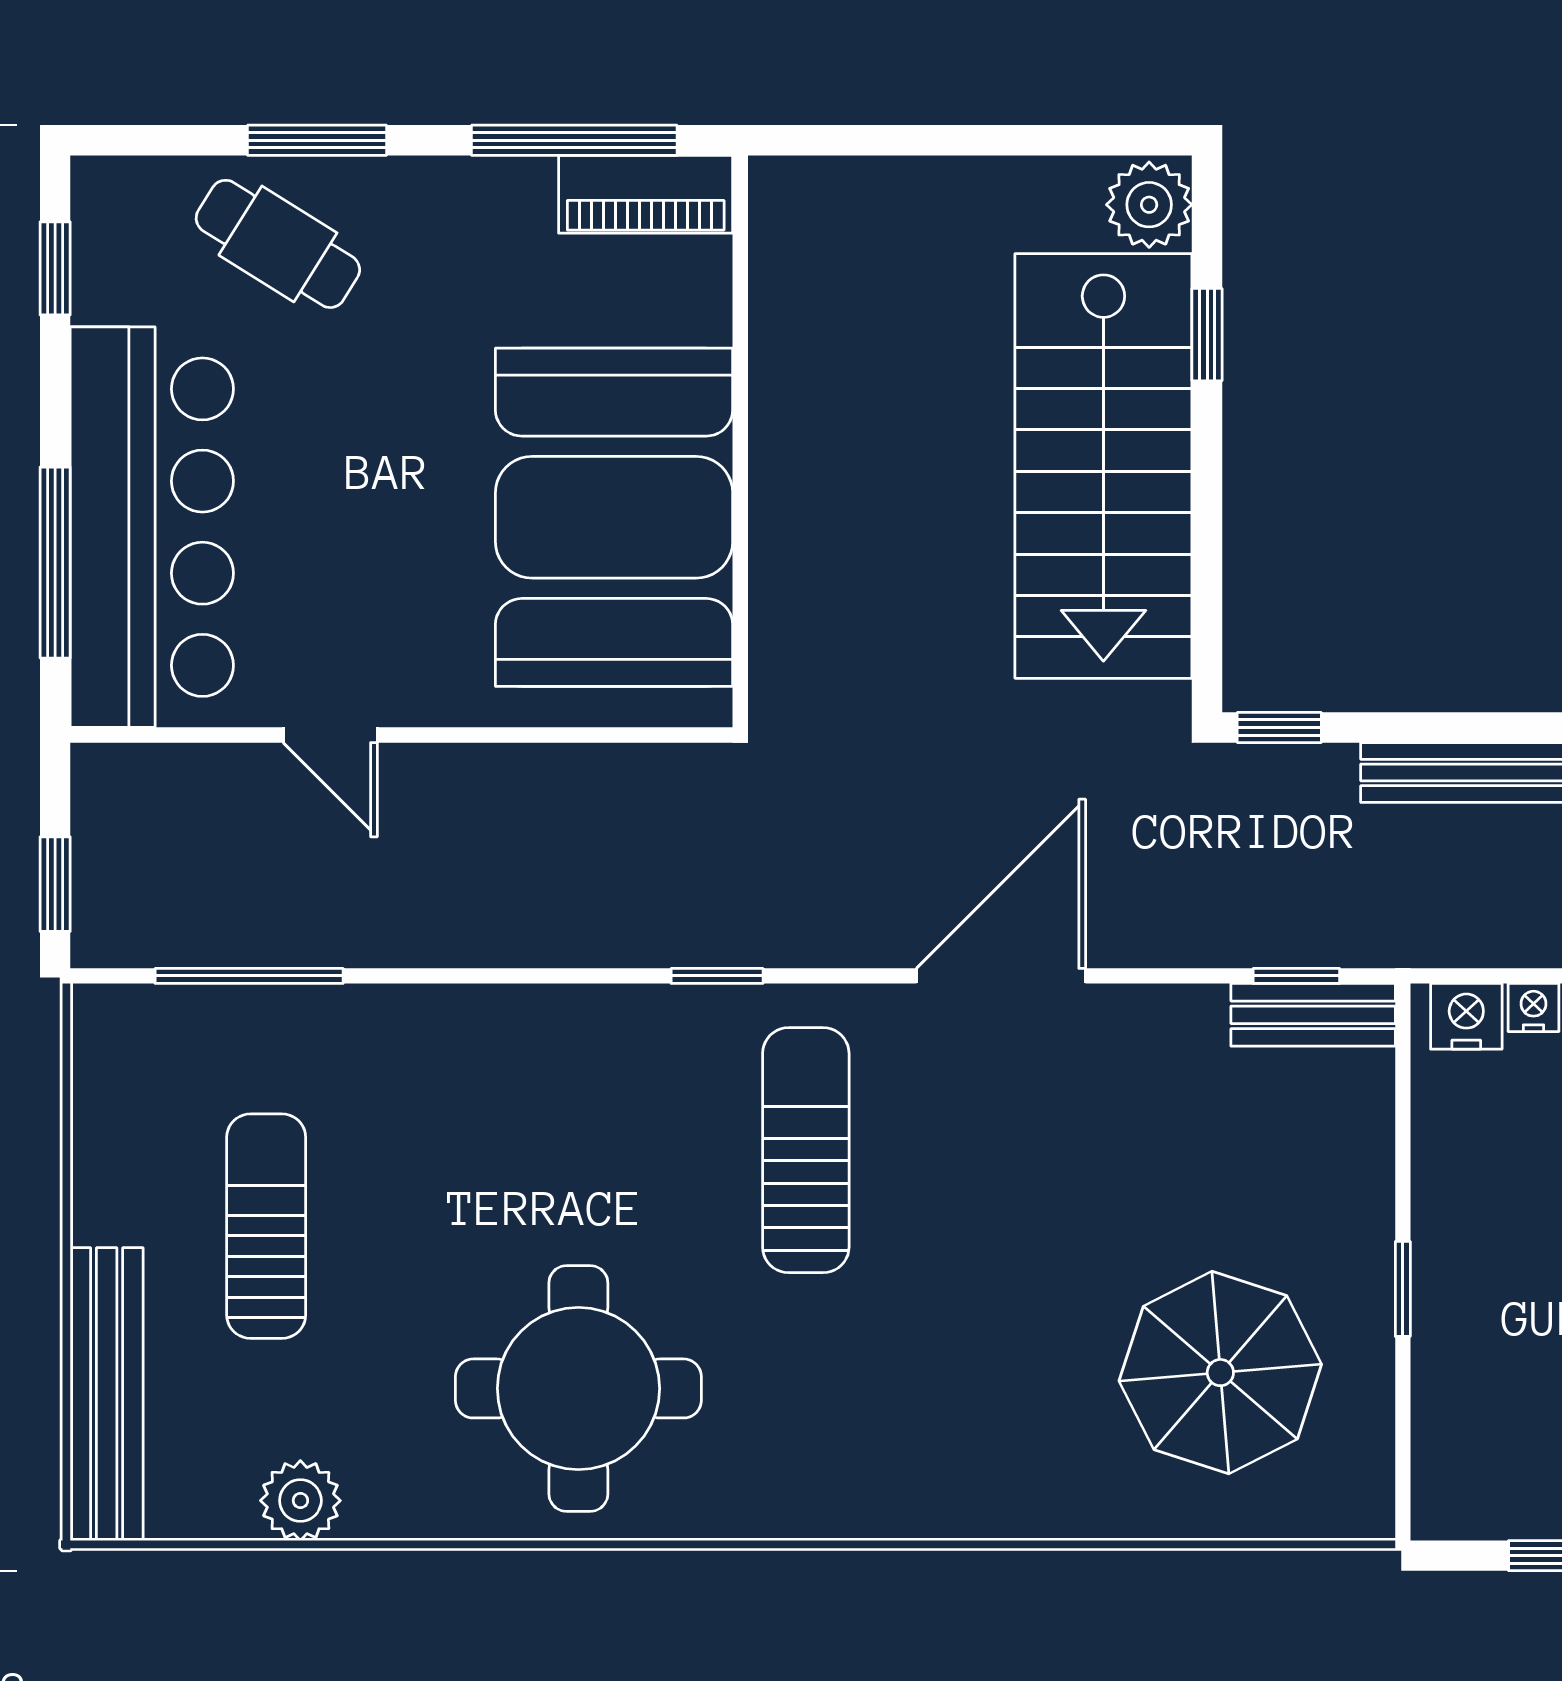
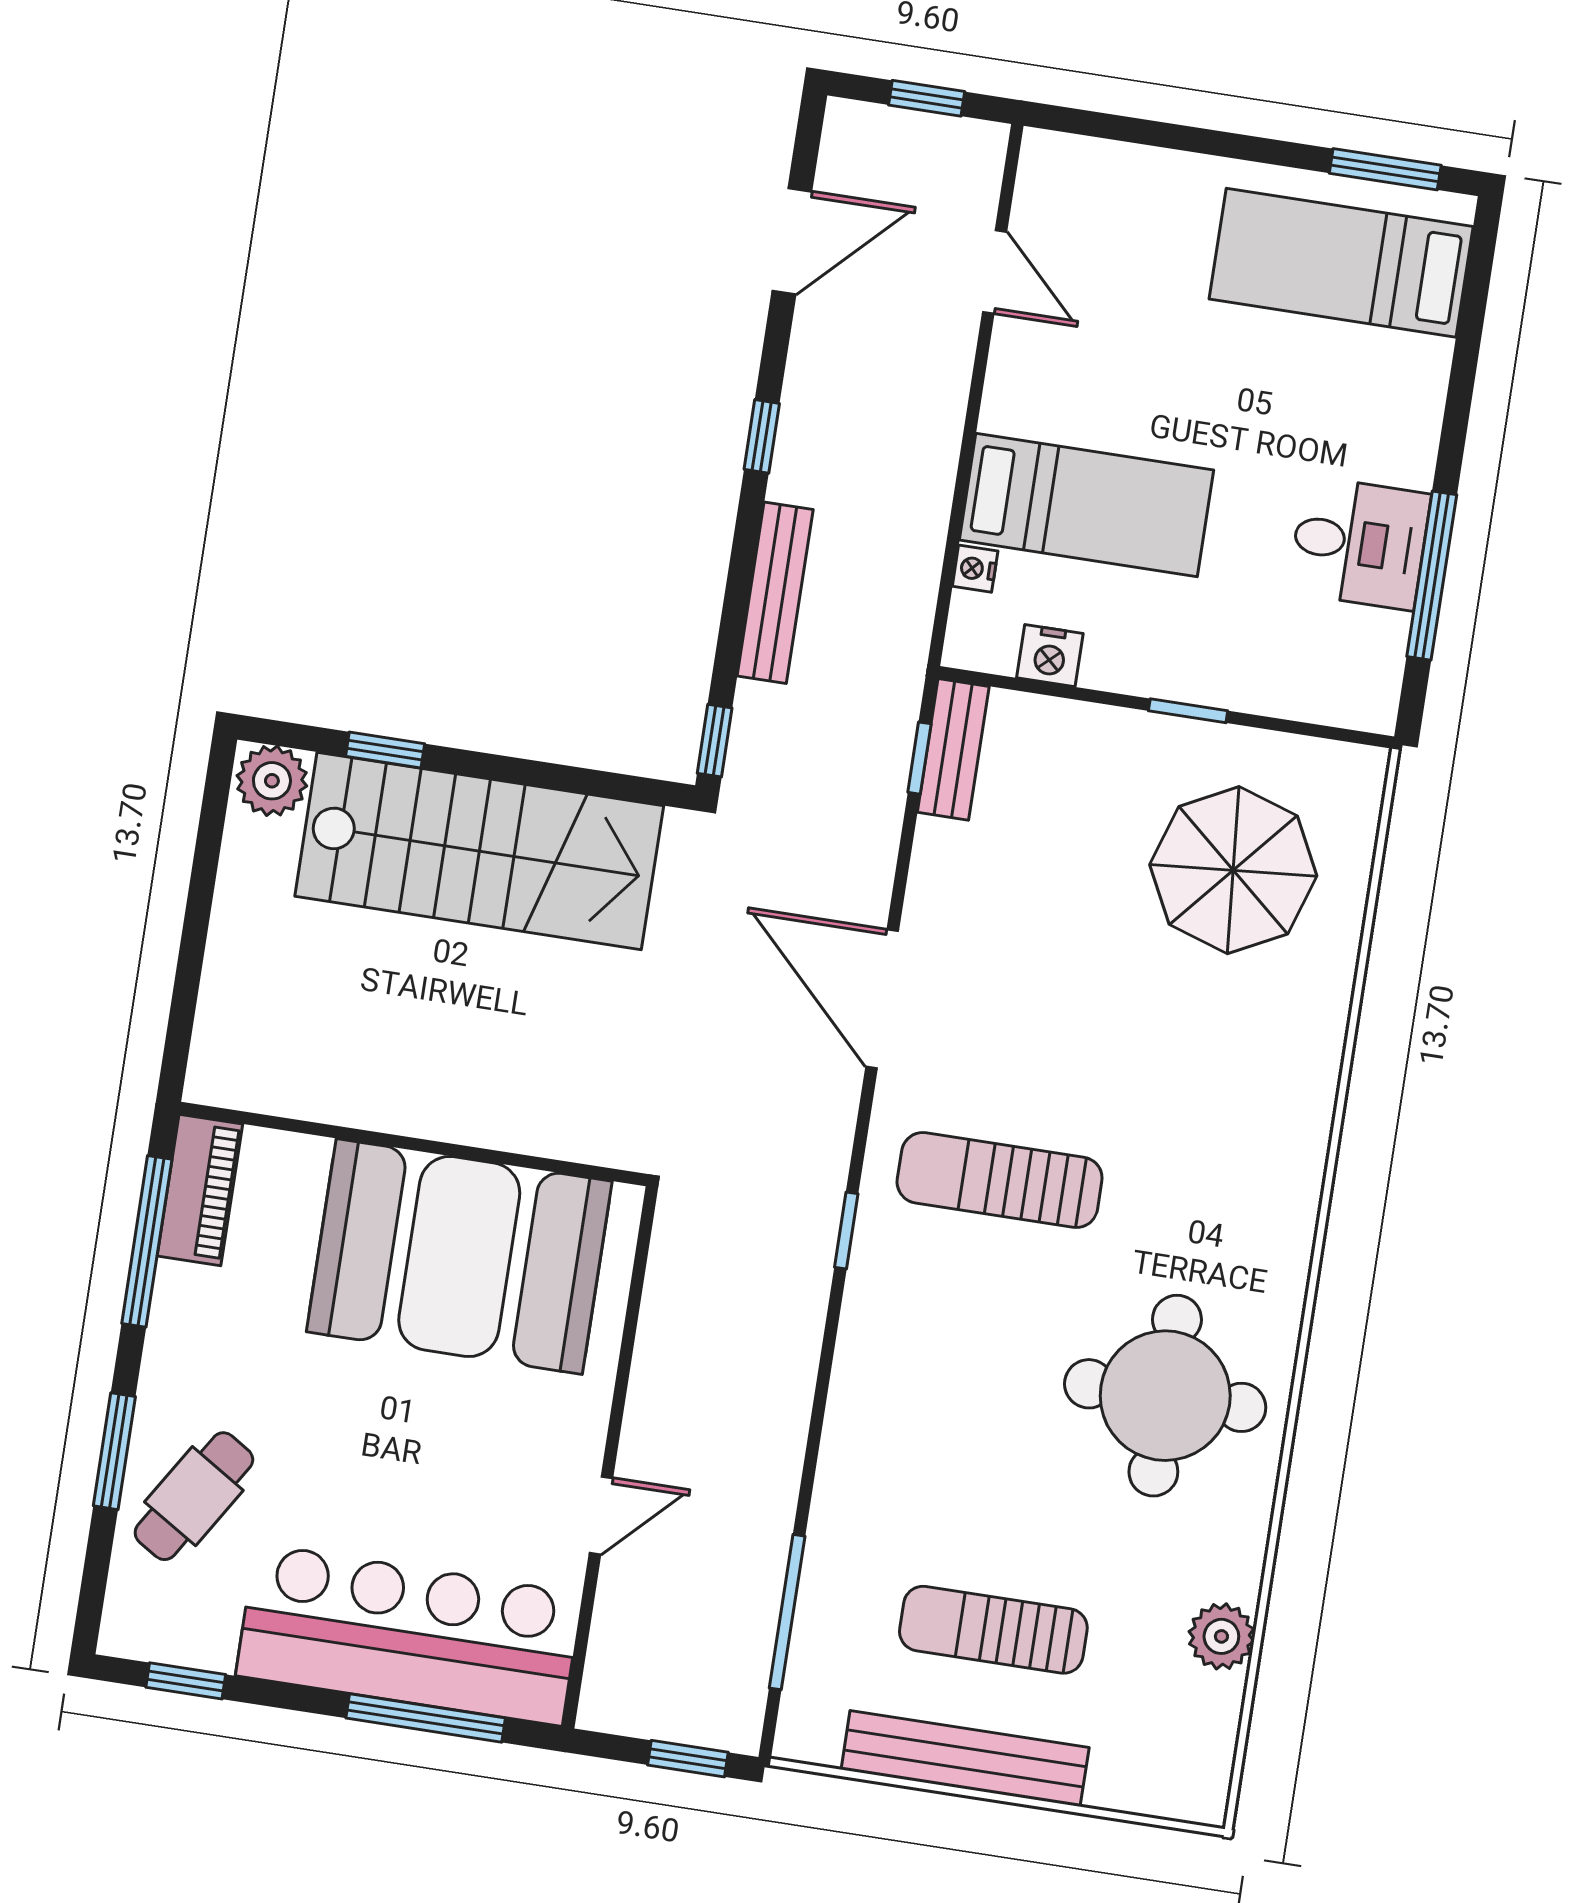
nightstand: (1466, 1016) -> (1050, 656), moved, turned -90
bench: (107, 1394) -> (965, 1759), moved

